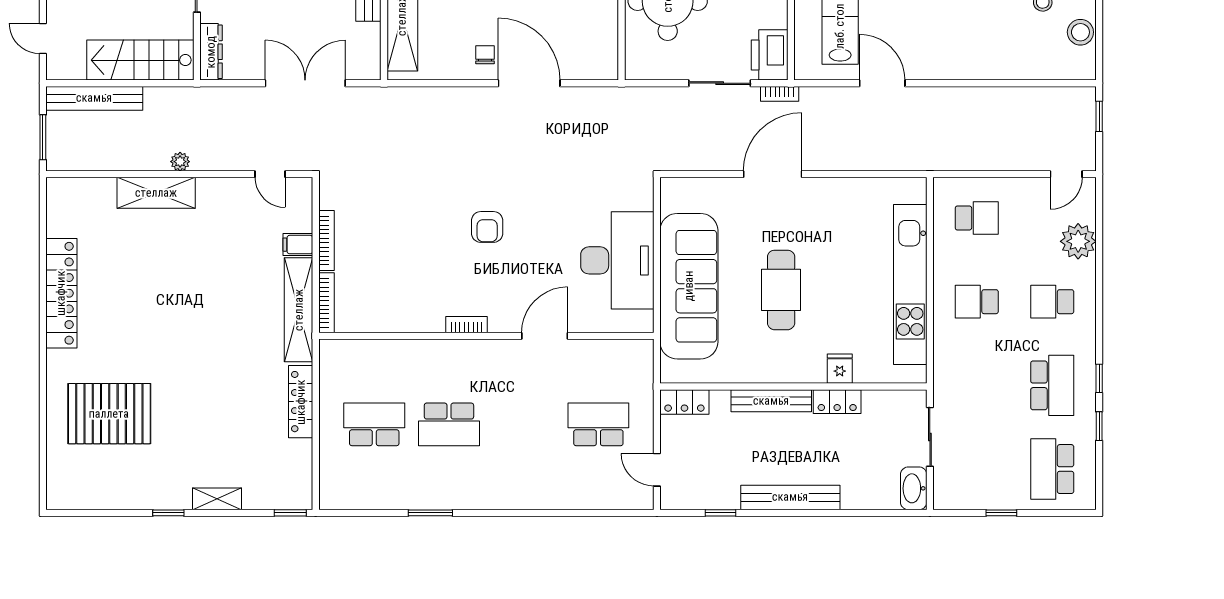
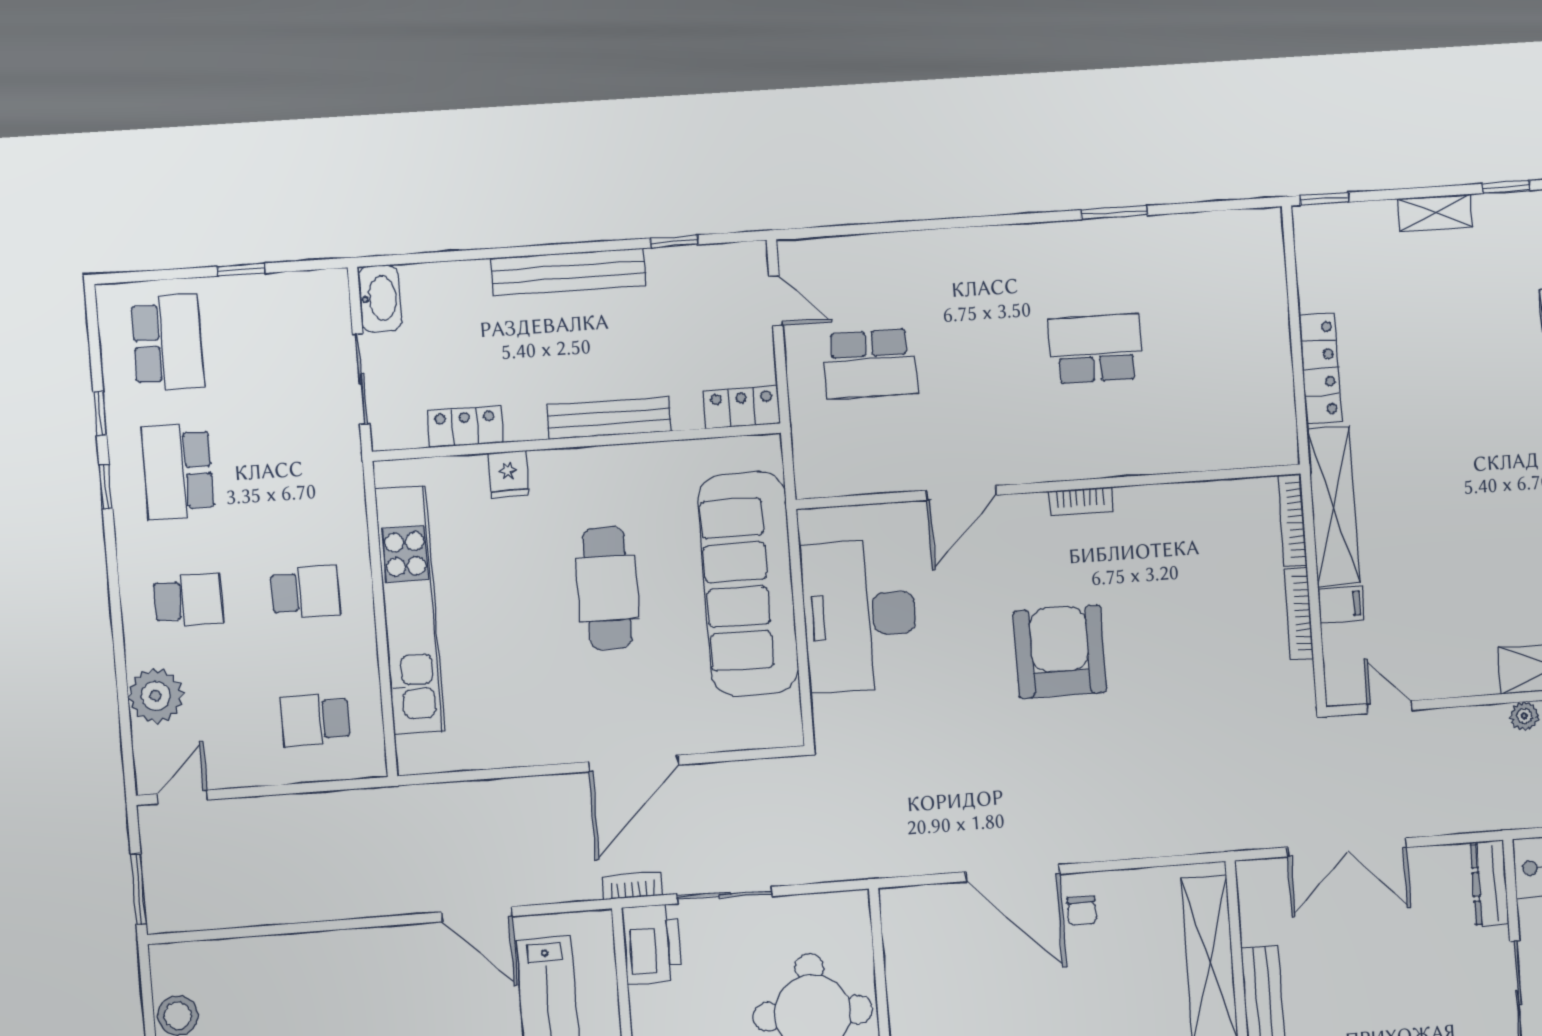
window: (1099, 116) -> (138, 889), width x1.50
armchair: (487, 227) -> (1060, 652), width x1.88, depth x1.88
locker: (837, 402) -> (465, 427), moved
school desk: (374, 424) -> (1208, 341), removed

